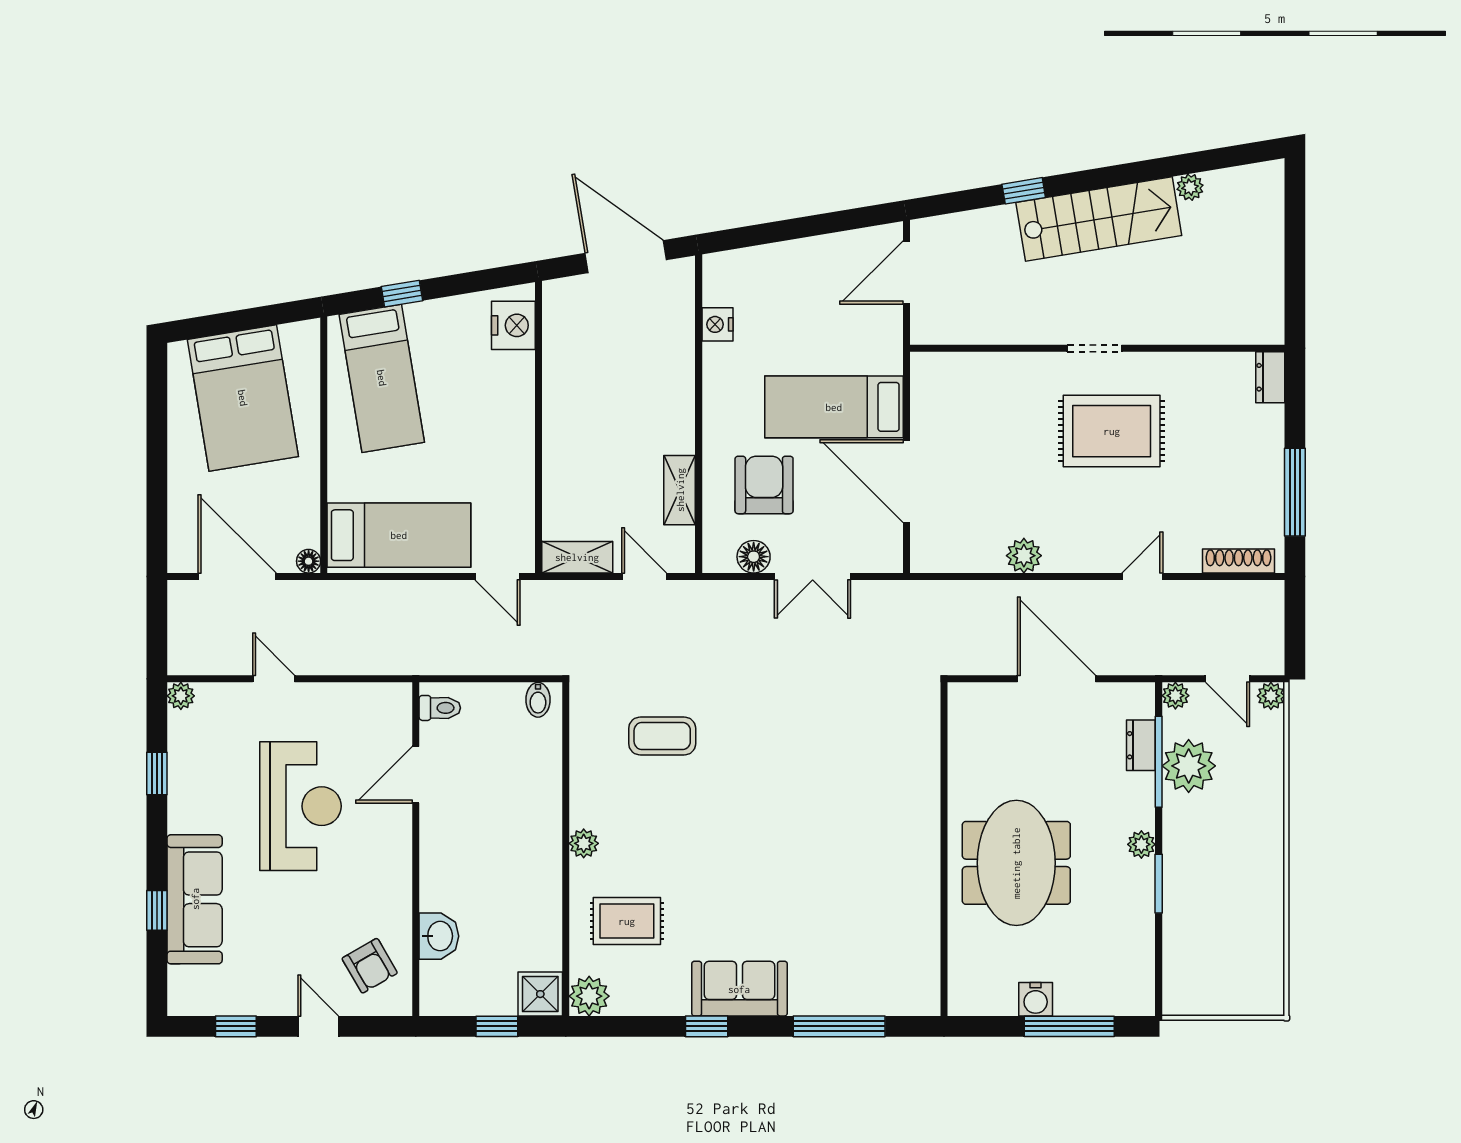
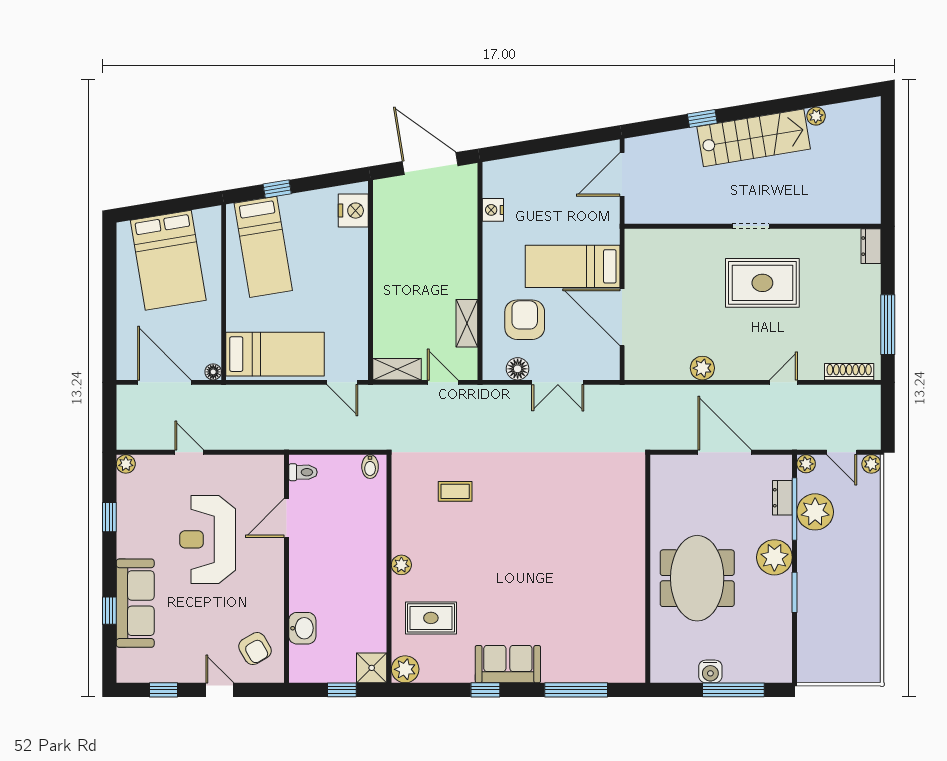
coffee table: (662, 736) -> (455, 491), width x0.73, depth x0.77
reception desk: (301, 806) -> (208, 539), turned 180
plant: (1141, 844) -> (774, 557), width x1.88, depth x1.88

